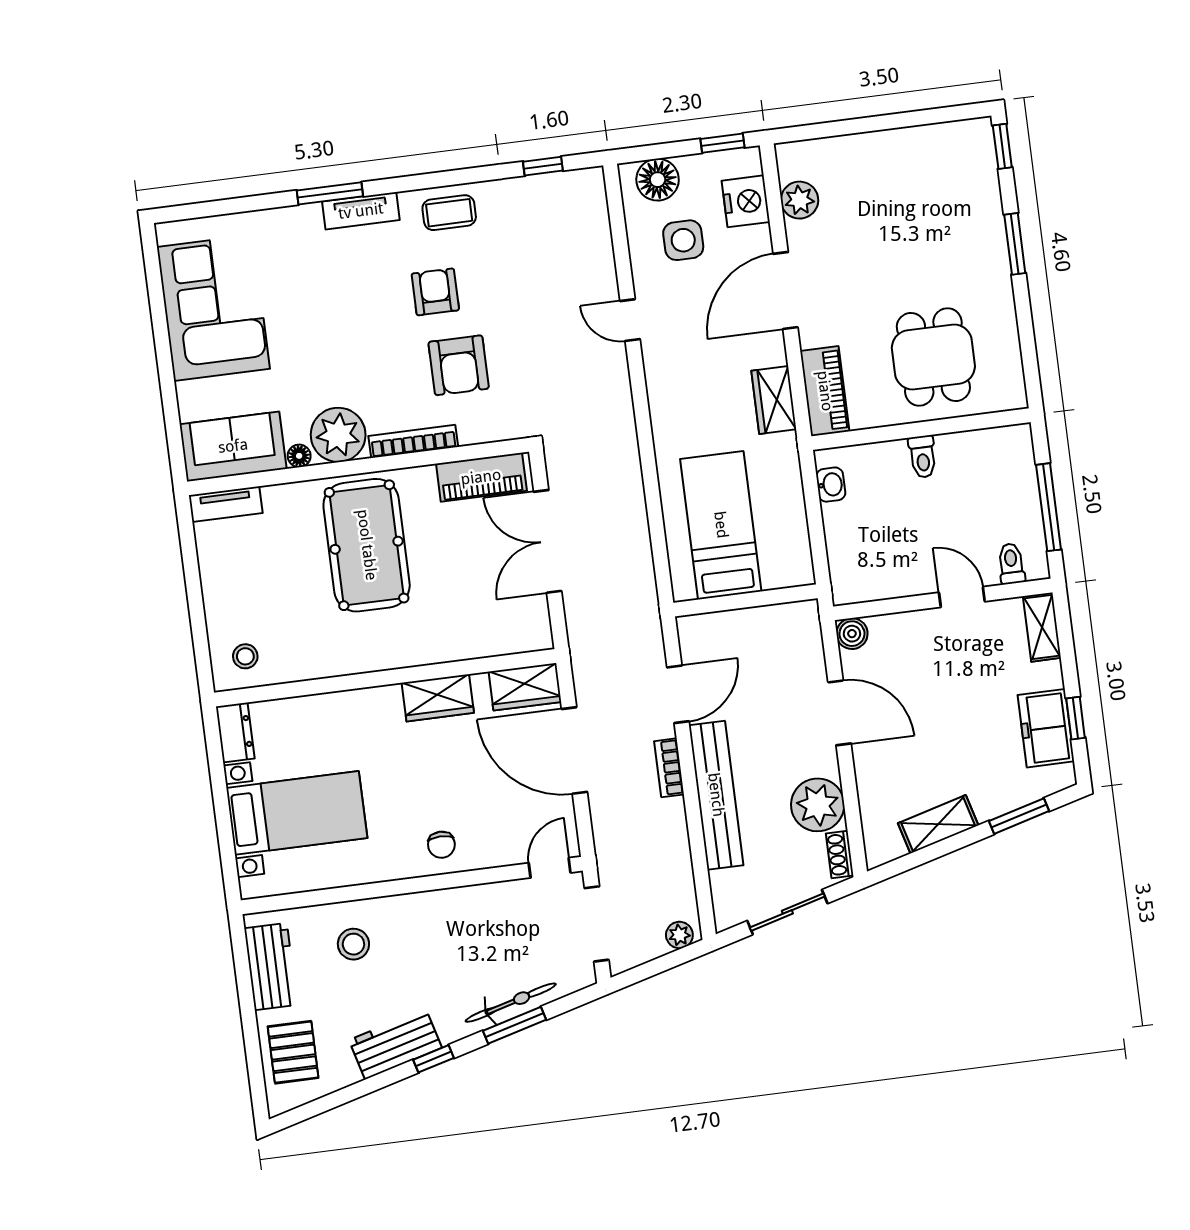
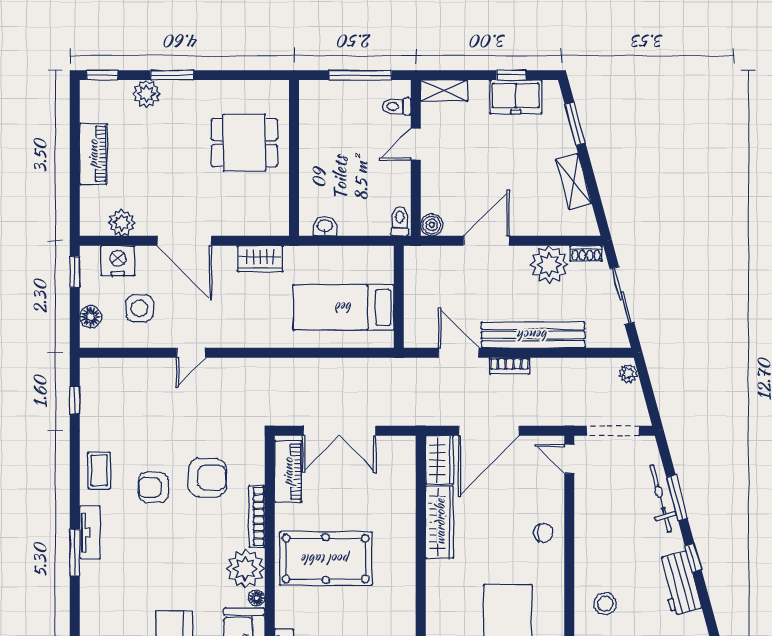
floor lamp: (658, 180) -> (91, 317), width x0.73, depth x0.73
plant: (984, 212) -> (147, 94), added
piano: (825, 391) -> (93, 154), moved, turned 90
toilet: (923, 457) -> (400, 221), moved, turned -90
wardrobe: (438, 698) -> (440, 522), width x1.50

